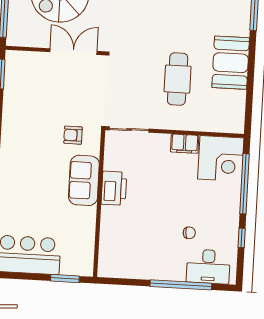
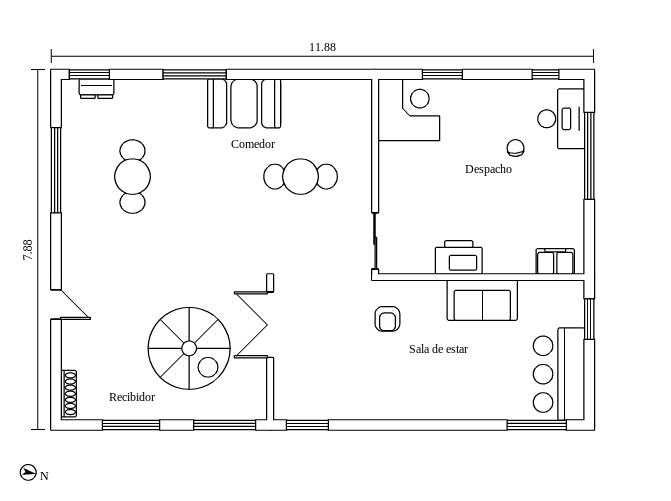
booth: (231, 63) -> (244, 103), moved
filing cabinet: (185, 144) -> (555, 261), moved, turned -90
sofa: (84, 180) -> (482, 300), moved
window: (245, 184) -> (442, 74), width x0.47
window: (242, 238) -> (546, 74), moved

